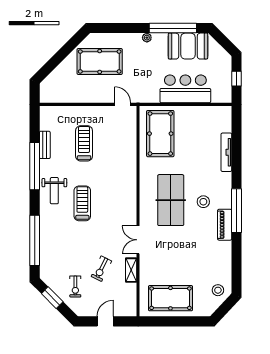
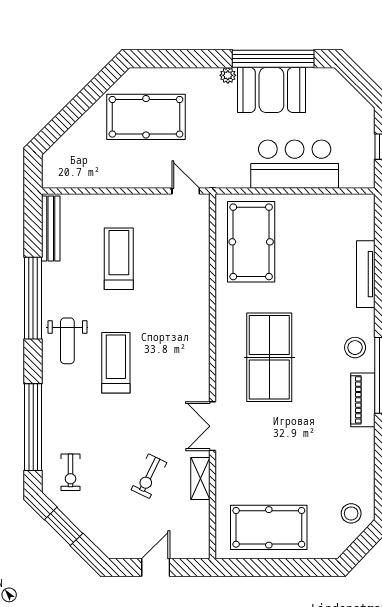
booth: (188, 46) -> (271, 90), moved
bench: (45, 145) -> (51, 228), moved, width x1.36
stool: (203, 202) -> (355, 348), moved
exercise bike: (75, 287) -> (71, 472), moved

